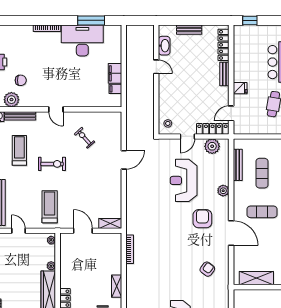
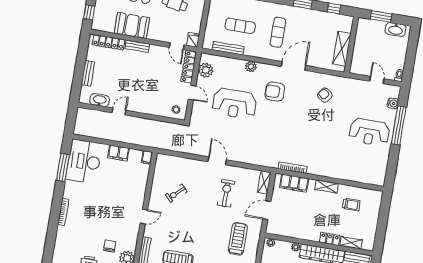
desk: (82, 40) -> (84, 161), moved
booth: (244, 65) -> (132, 25), added
fridge: (240, 88) -> (193, 40), moved
filing cabinet: (115, 89) -> (147, 157), moved
door: (124, 160) -> (217, 161), moved
exercise bike: (52, 164) -> (226, 193), moved
treadmill: (50, 207) -> (238, 239), turned 90
filing cabinet: (114, 253) -> (294, 183), added

